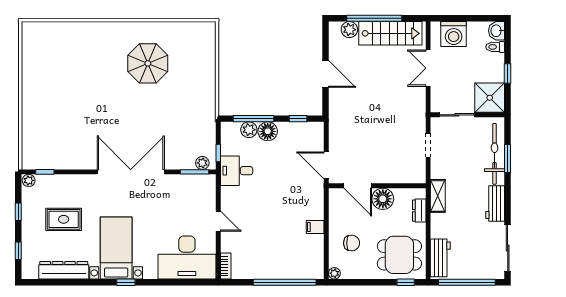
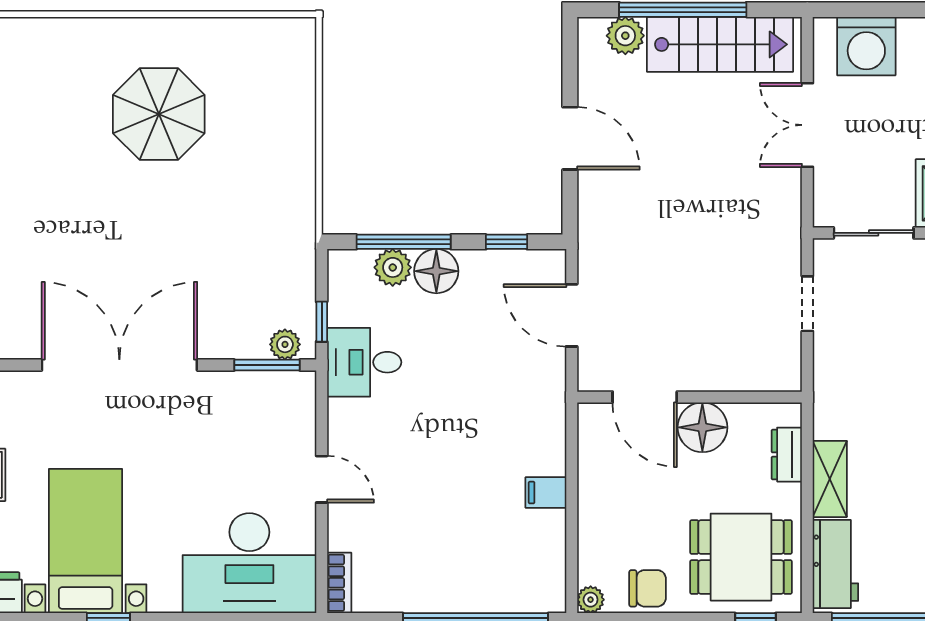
door: (326, 165) -> (572, 315), moved
shelving: (438, 196) -> (830, 479), moved
chair: (352, 243) -> (648, 588), moved

